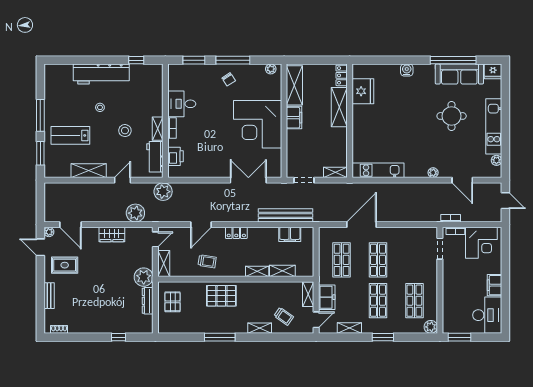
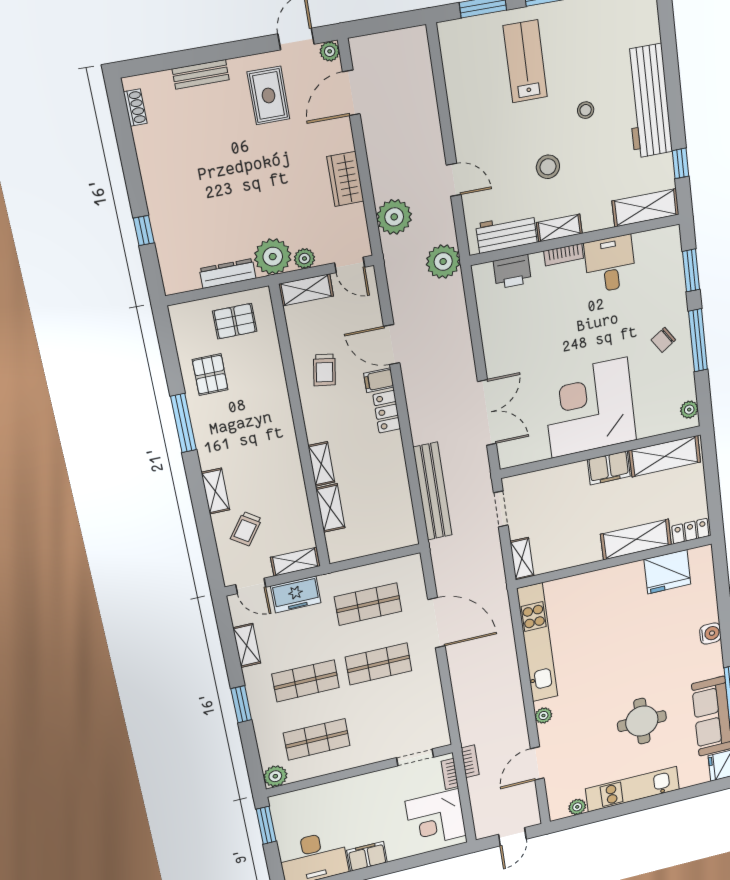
kitchen unit: (378, 170) -> (537, 643), width x1.36
shelving: (89, 171) -> (645, 208), moved, turned 90
filing cabinet: (290, 234) -> (379, 380), moved, width x0.50
plant: (148, 262) -> (304, 259), added
pallet: (221, 296) -> (210, 375), moved, width x0.67, depth x0.71

